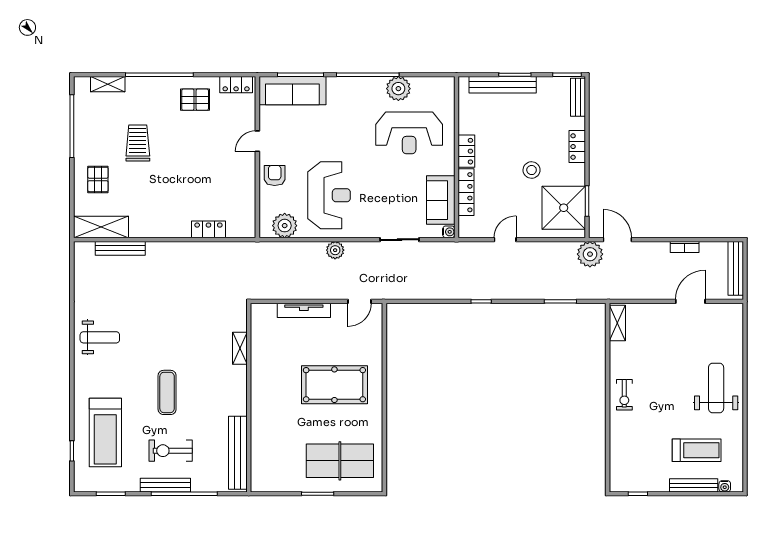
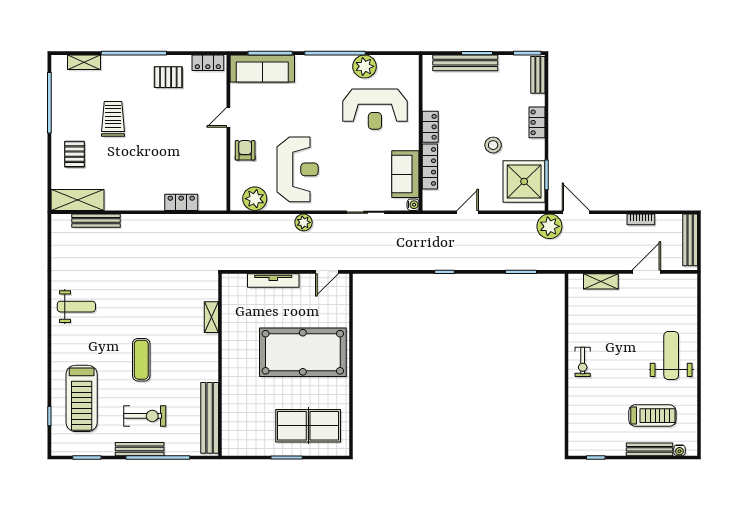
shelving: (617, 323) -> (601, 281), moved, turned 90
pool table: (334, 385) -> (303, 352), width x1.36, depth x1.32
exercise bike: (171, 451) -> (145, 416), turned 180

